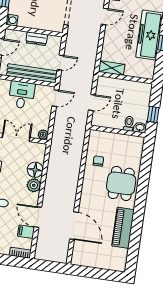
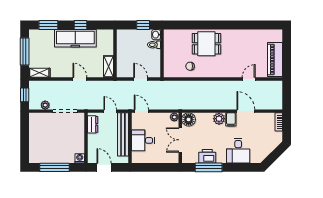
door: (105, 16) -> (80, 79), moved
dresser: (37, 39) -> (93, 124), moved
floor lamp: (35, 170) -> (189, 119), moved
door: (38, 217) -> (246, 111), swing flipped
door: (74, 226) -> (249, 79), width x0.53
piano: (123, 228) -> (275, 60), moved, turned 90
filing cabinet: (26, 232) -> (231, 119), moved

